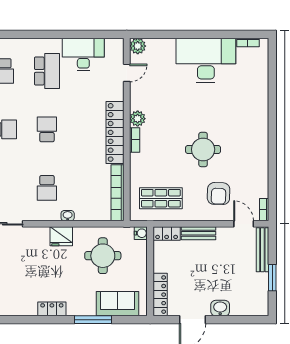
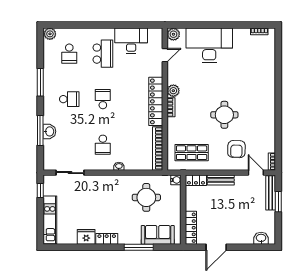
desk: (206, 60) -> (209, 45), moved
fridge: (61, 236) -> (86, 237), moved, turned 180
window: (272, 278) -> (278, 202), moved
washbasin: (220, 308) -> (261, 238), moved

